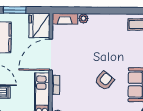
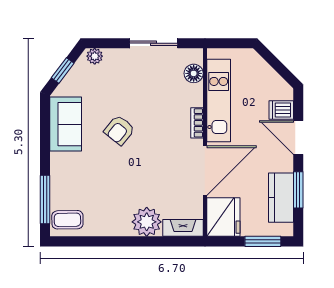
plant: (83, 18) -> (147, 222), width x1.88, depth x1.88

